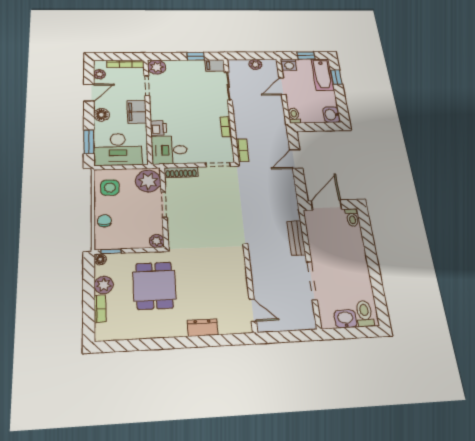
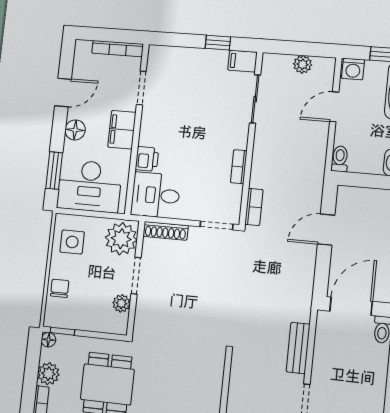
plant: (157, 67) -> (160, 57), removed
plant: (100, 74) -> (80, 63), removed
plant: (157, 241) -> (121, 303), moved

